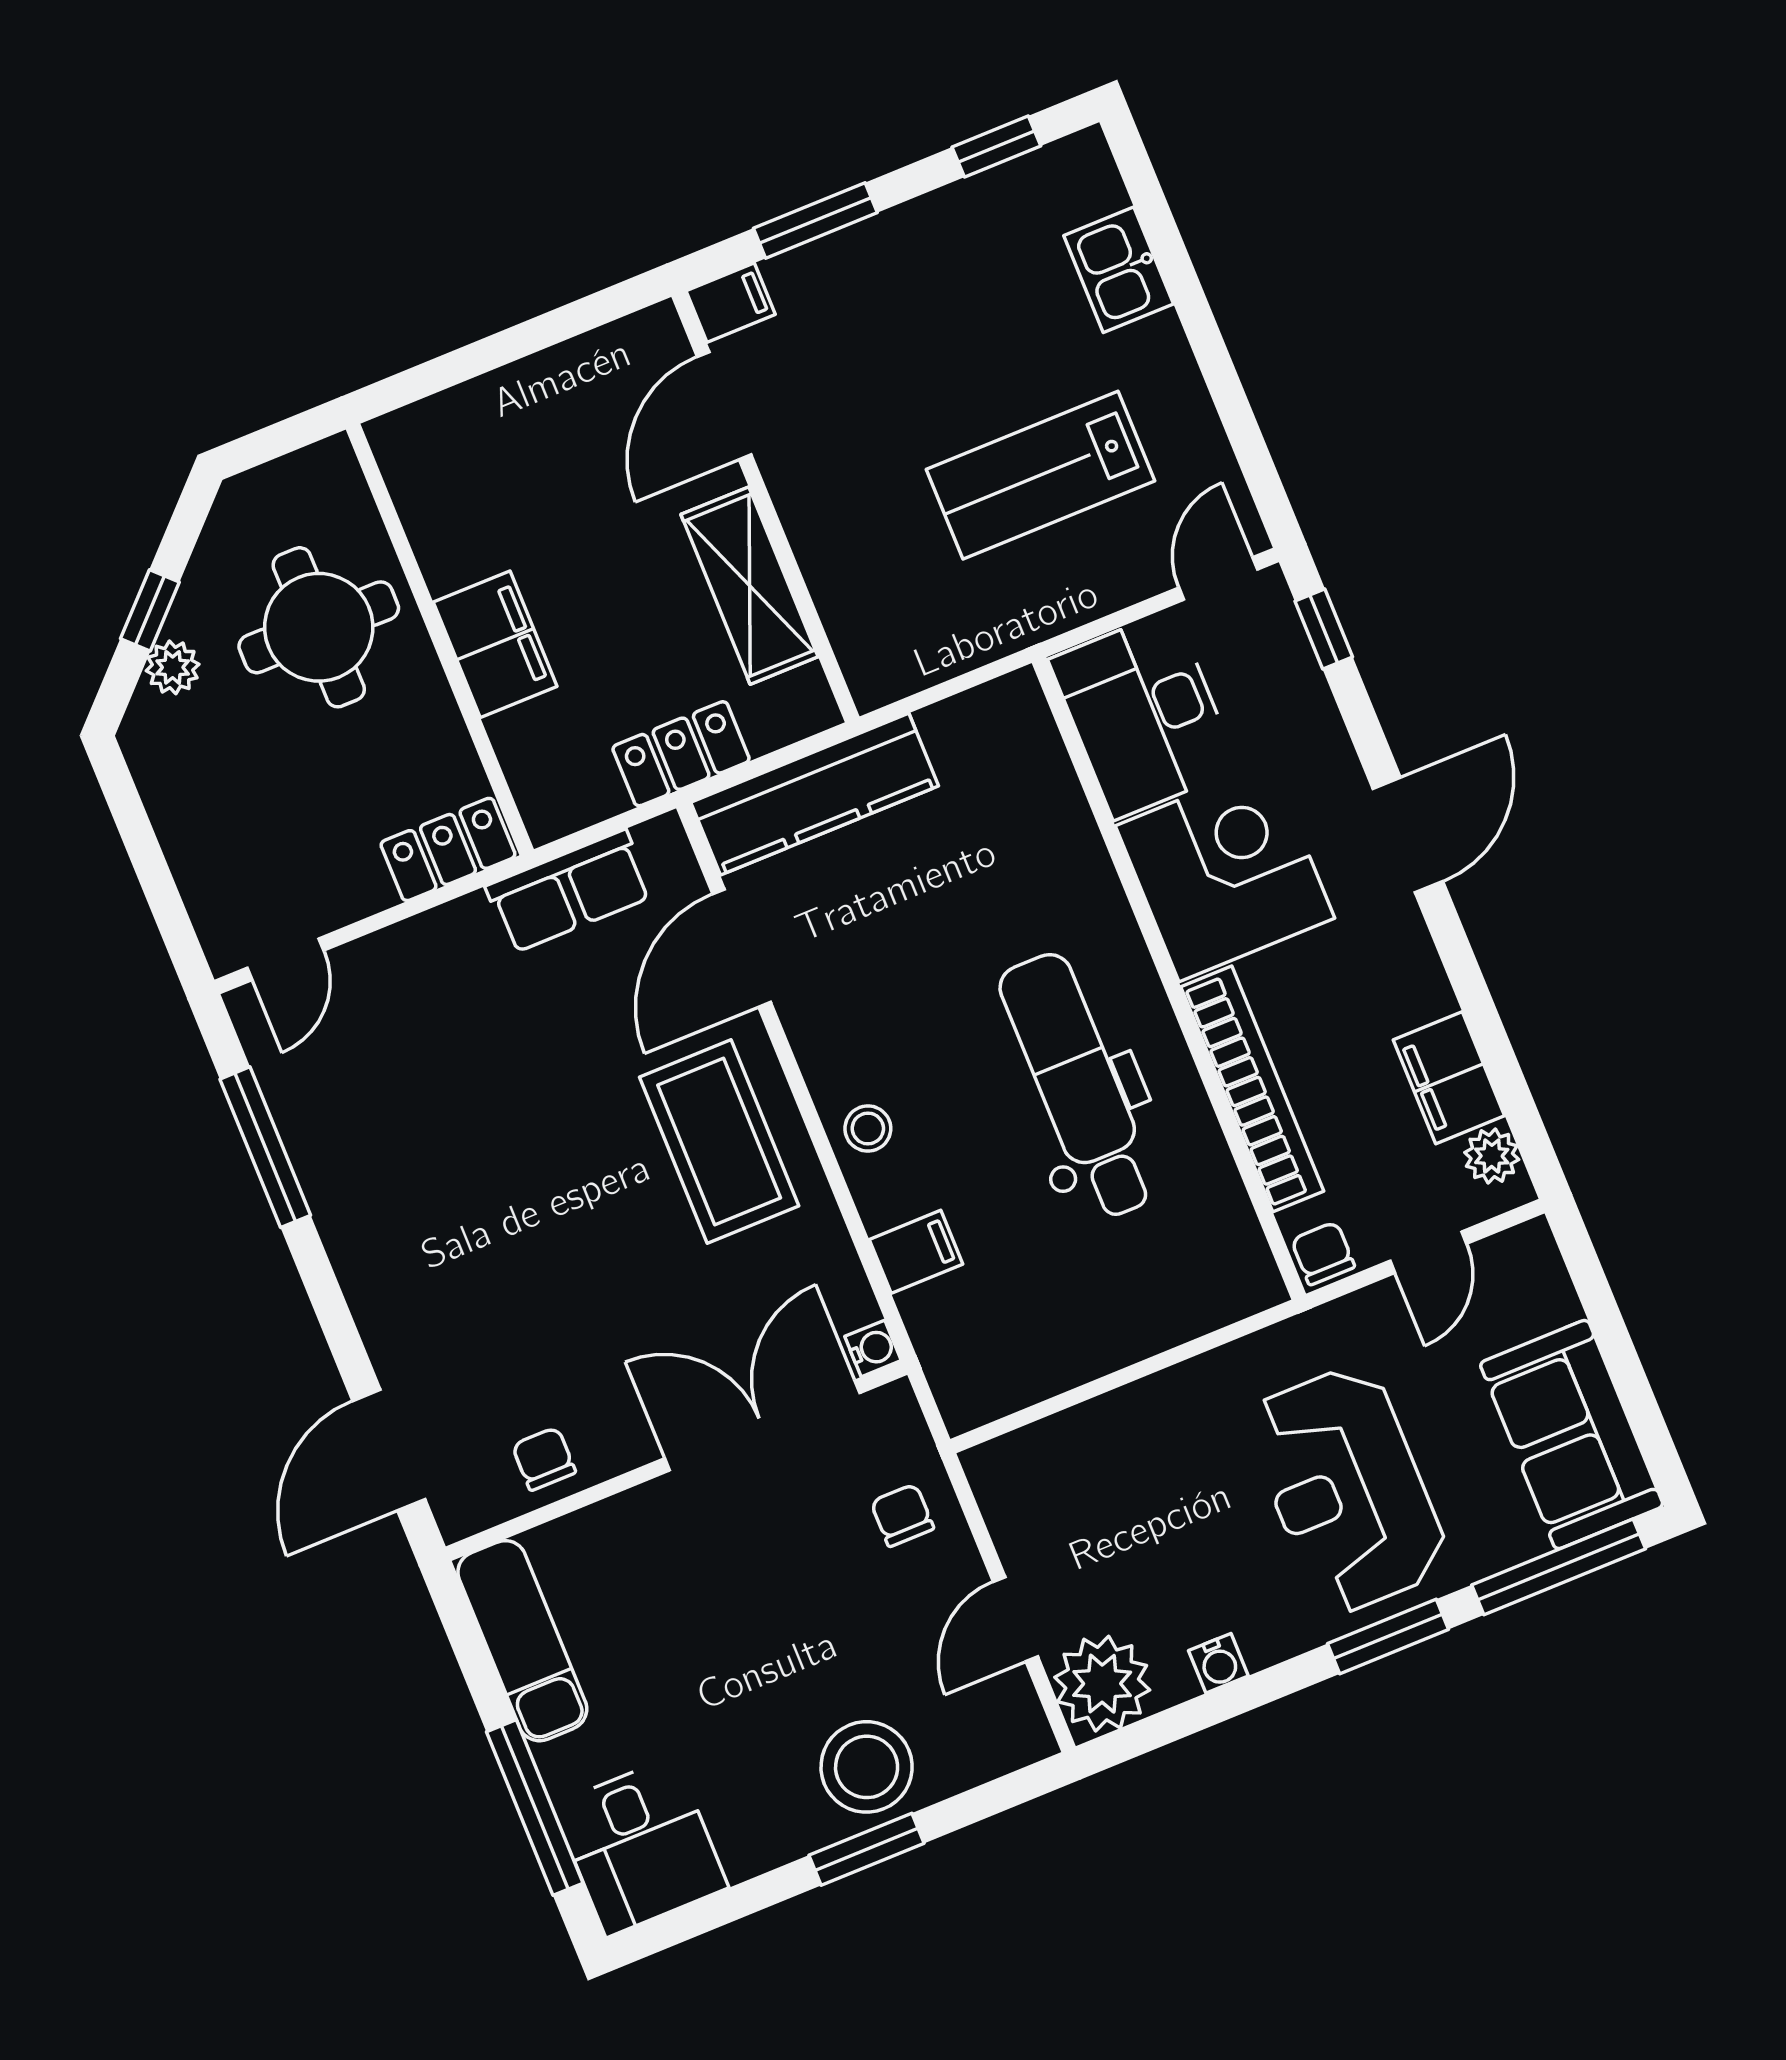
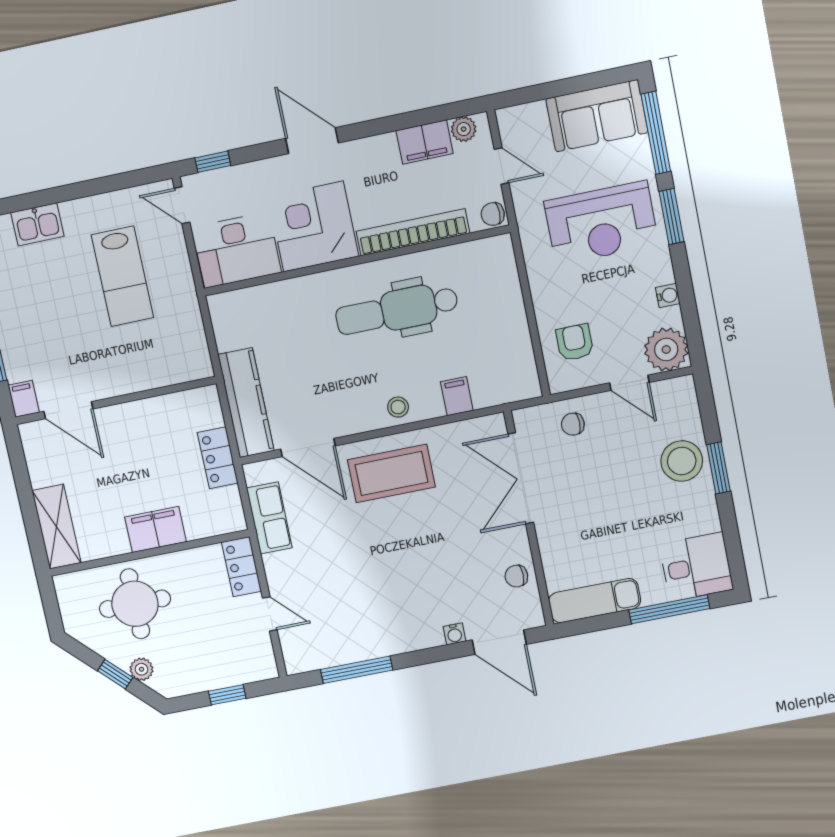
shelving: (750, 586) -> (57, 527), moved, turned 90
window: (152, 869) -> (227, 695), added
door: (285, 959) -> (270, 614), moved
water cooler: (873, 1348) -> (454, 634), moved, turned 180
armchair: (1081, 1484) -> (575, 342), added

